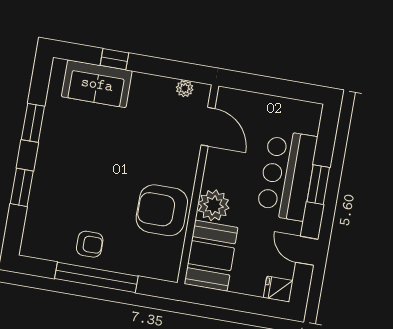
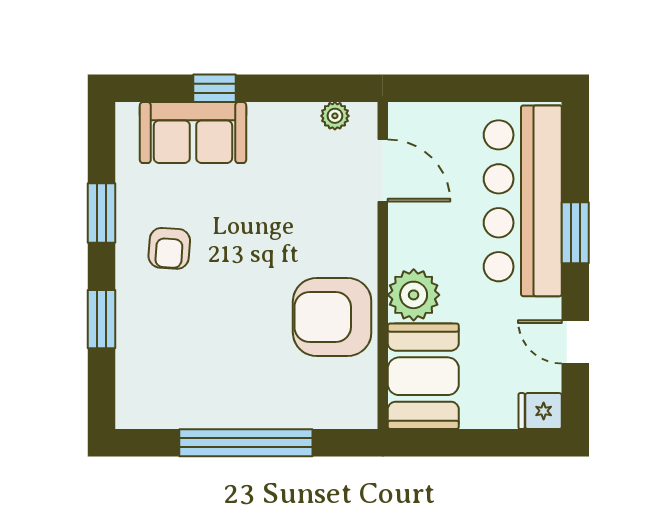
bar counter: (287, 175) -> (523, 201), width x1.36
armchair: (90, 244) -> (169, 248), moved, turned 94

